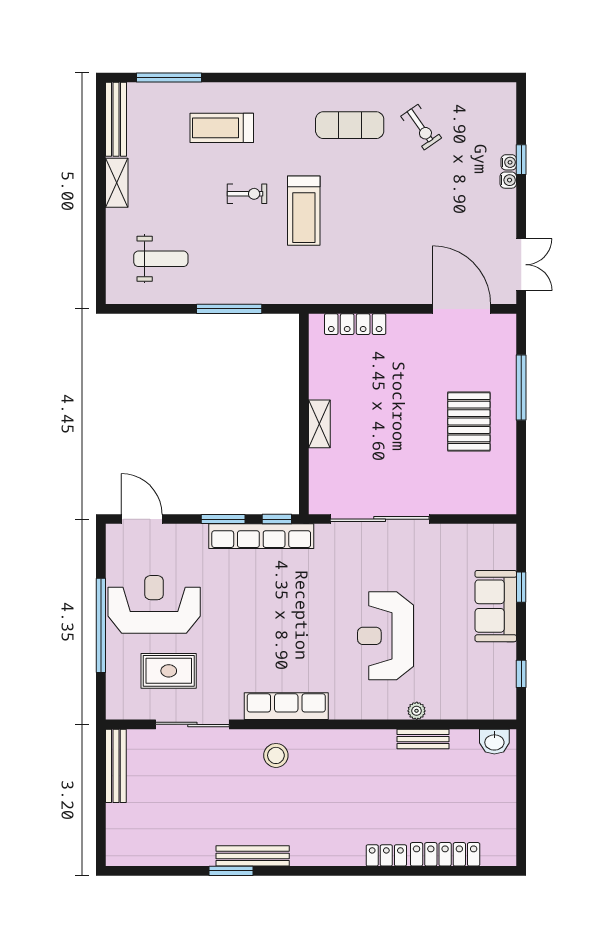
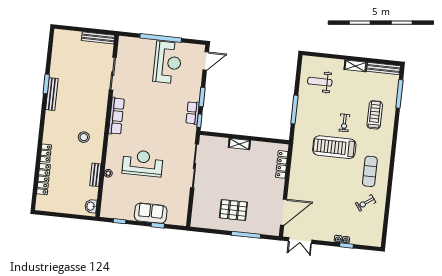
treadmill: (304, 211) -> (334, 147), width x1.37, depth x1.38
weight bench: (161, 259) -> (320, 82), turned 90
row of seats: (261, 536) -> (193, 113), width x0.50
rug: (169, 671) -> (137, 66), removed
stool: (276, 755) -> (84, 137), moved

